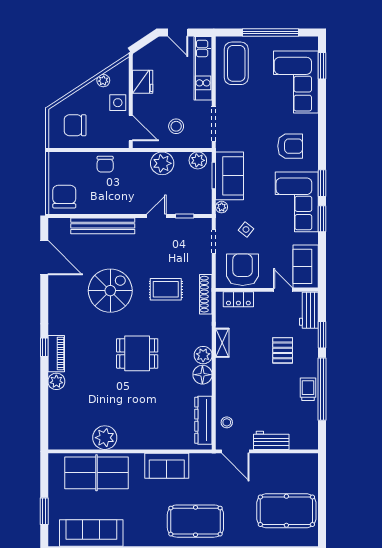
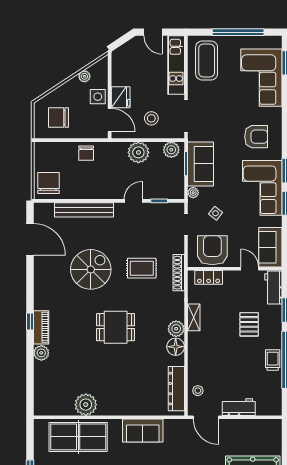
fridge: (143, 82) -> (121, 97), moved

